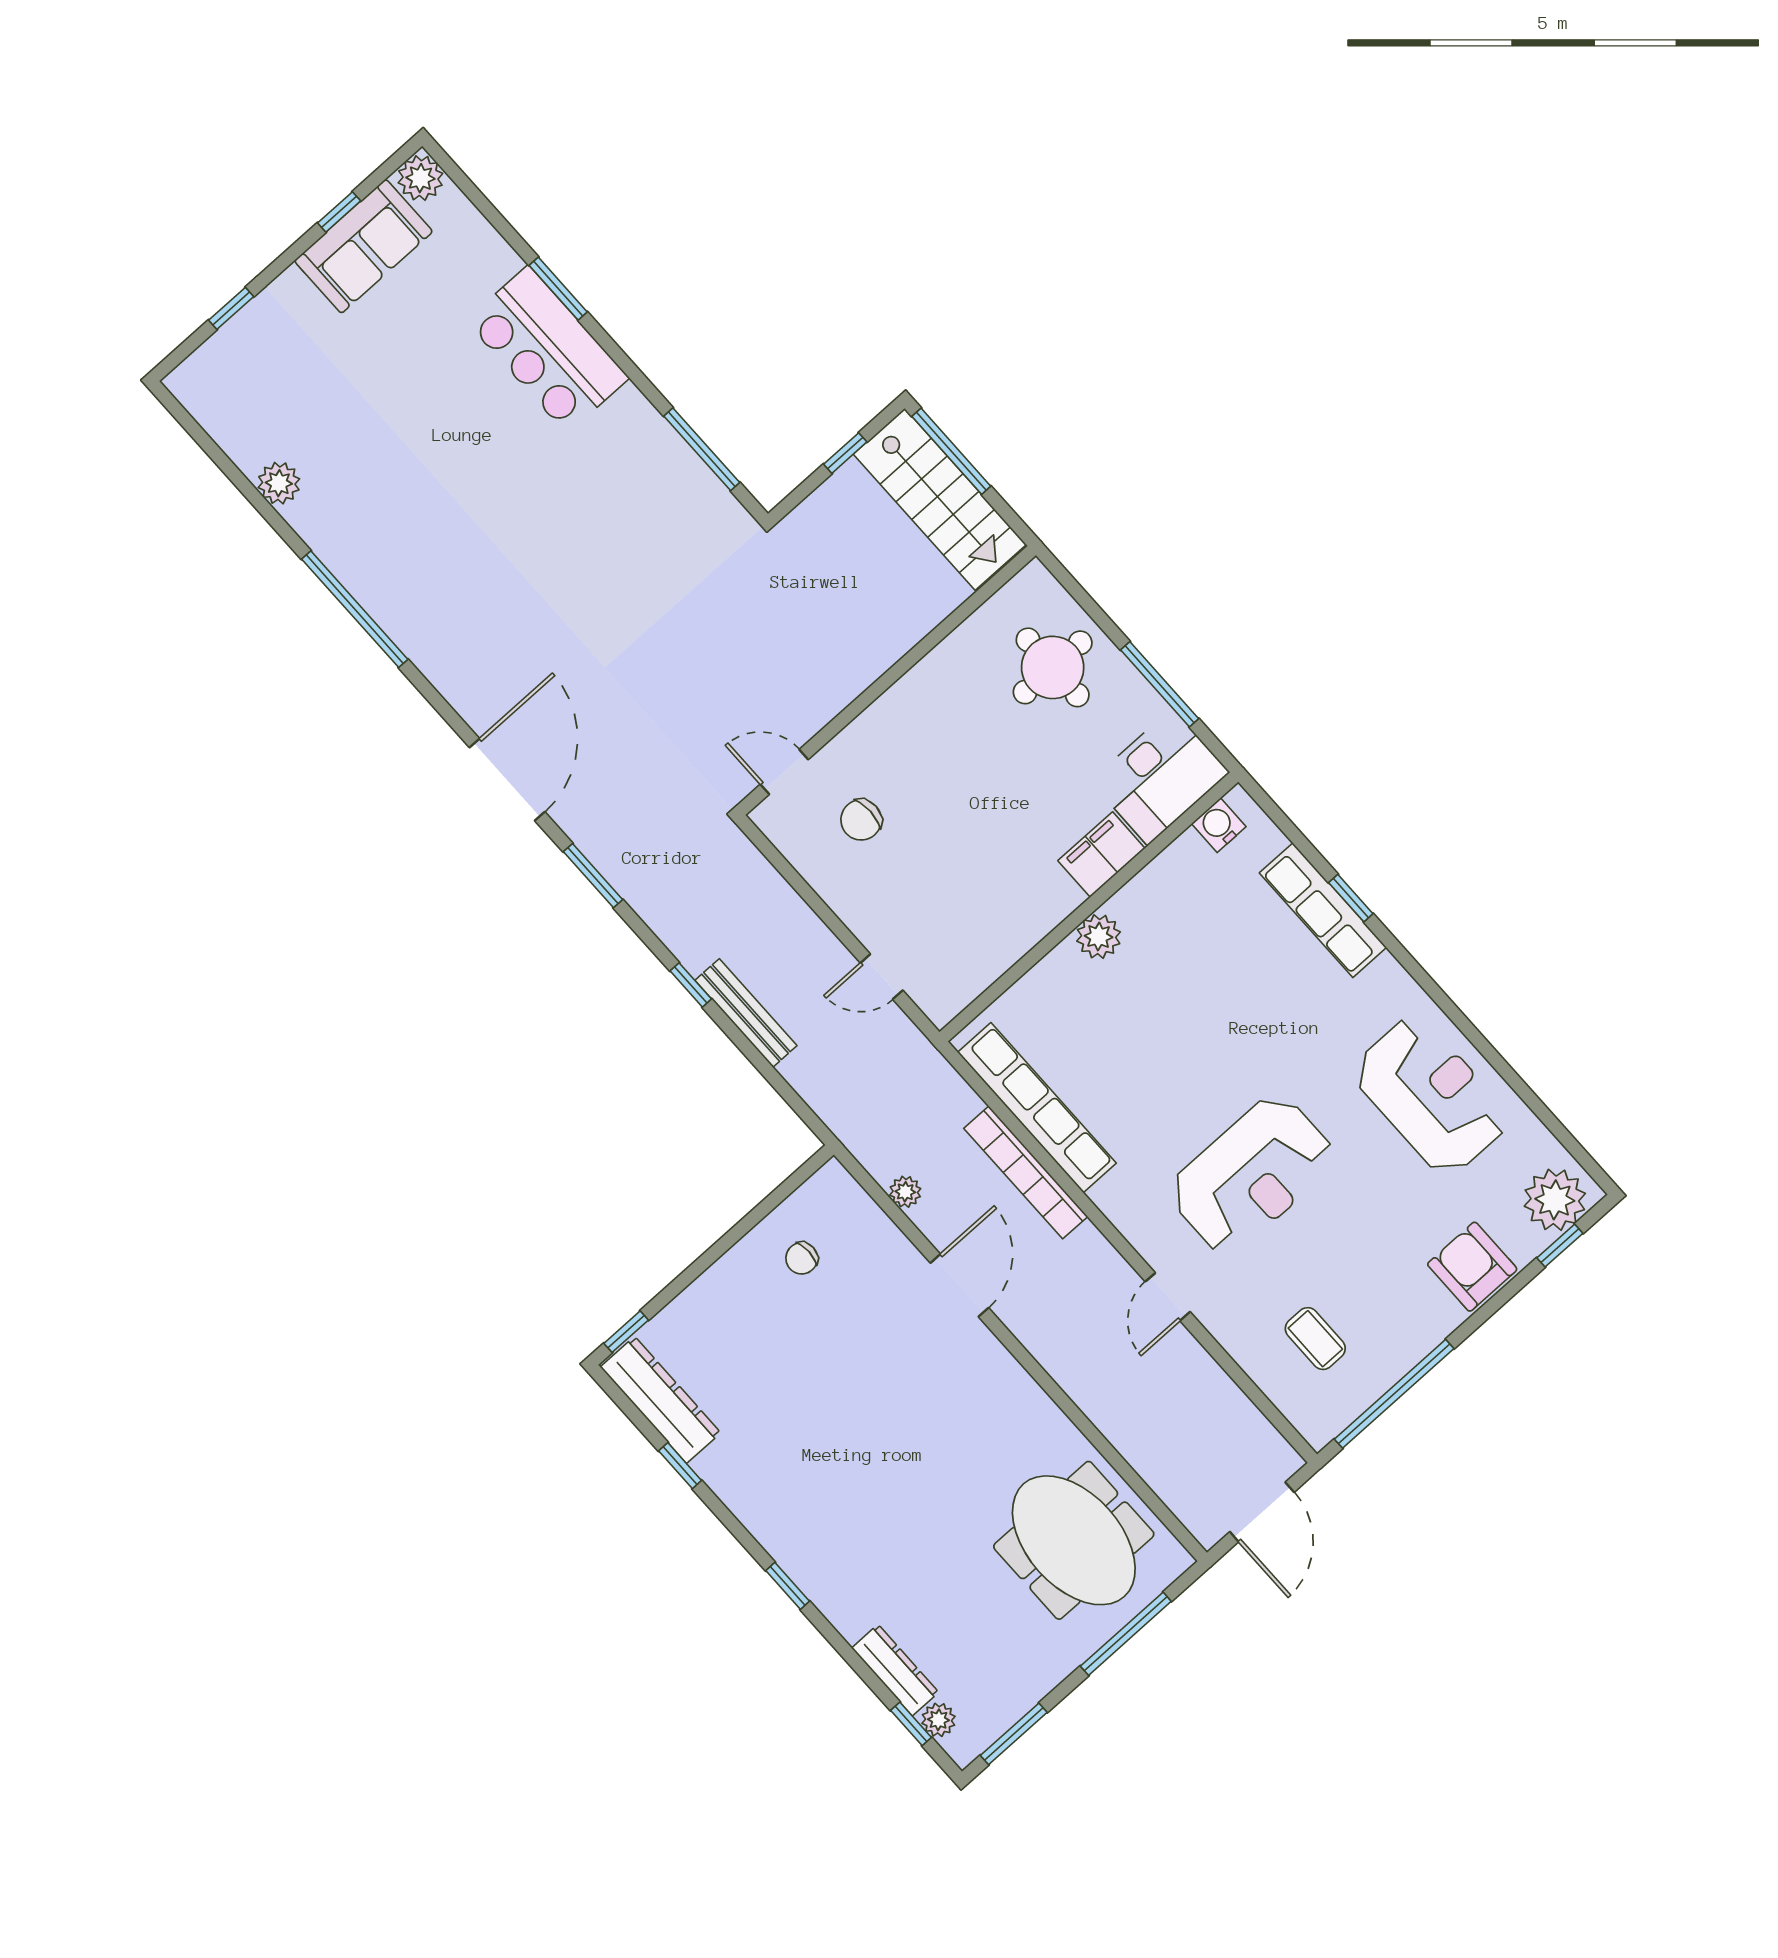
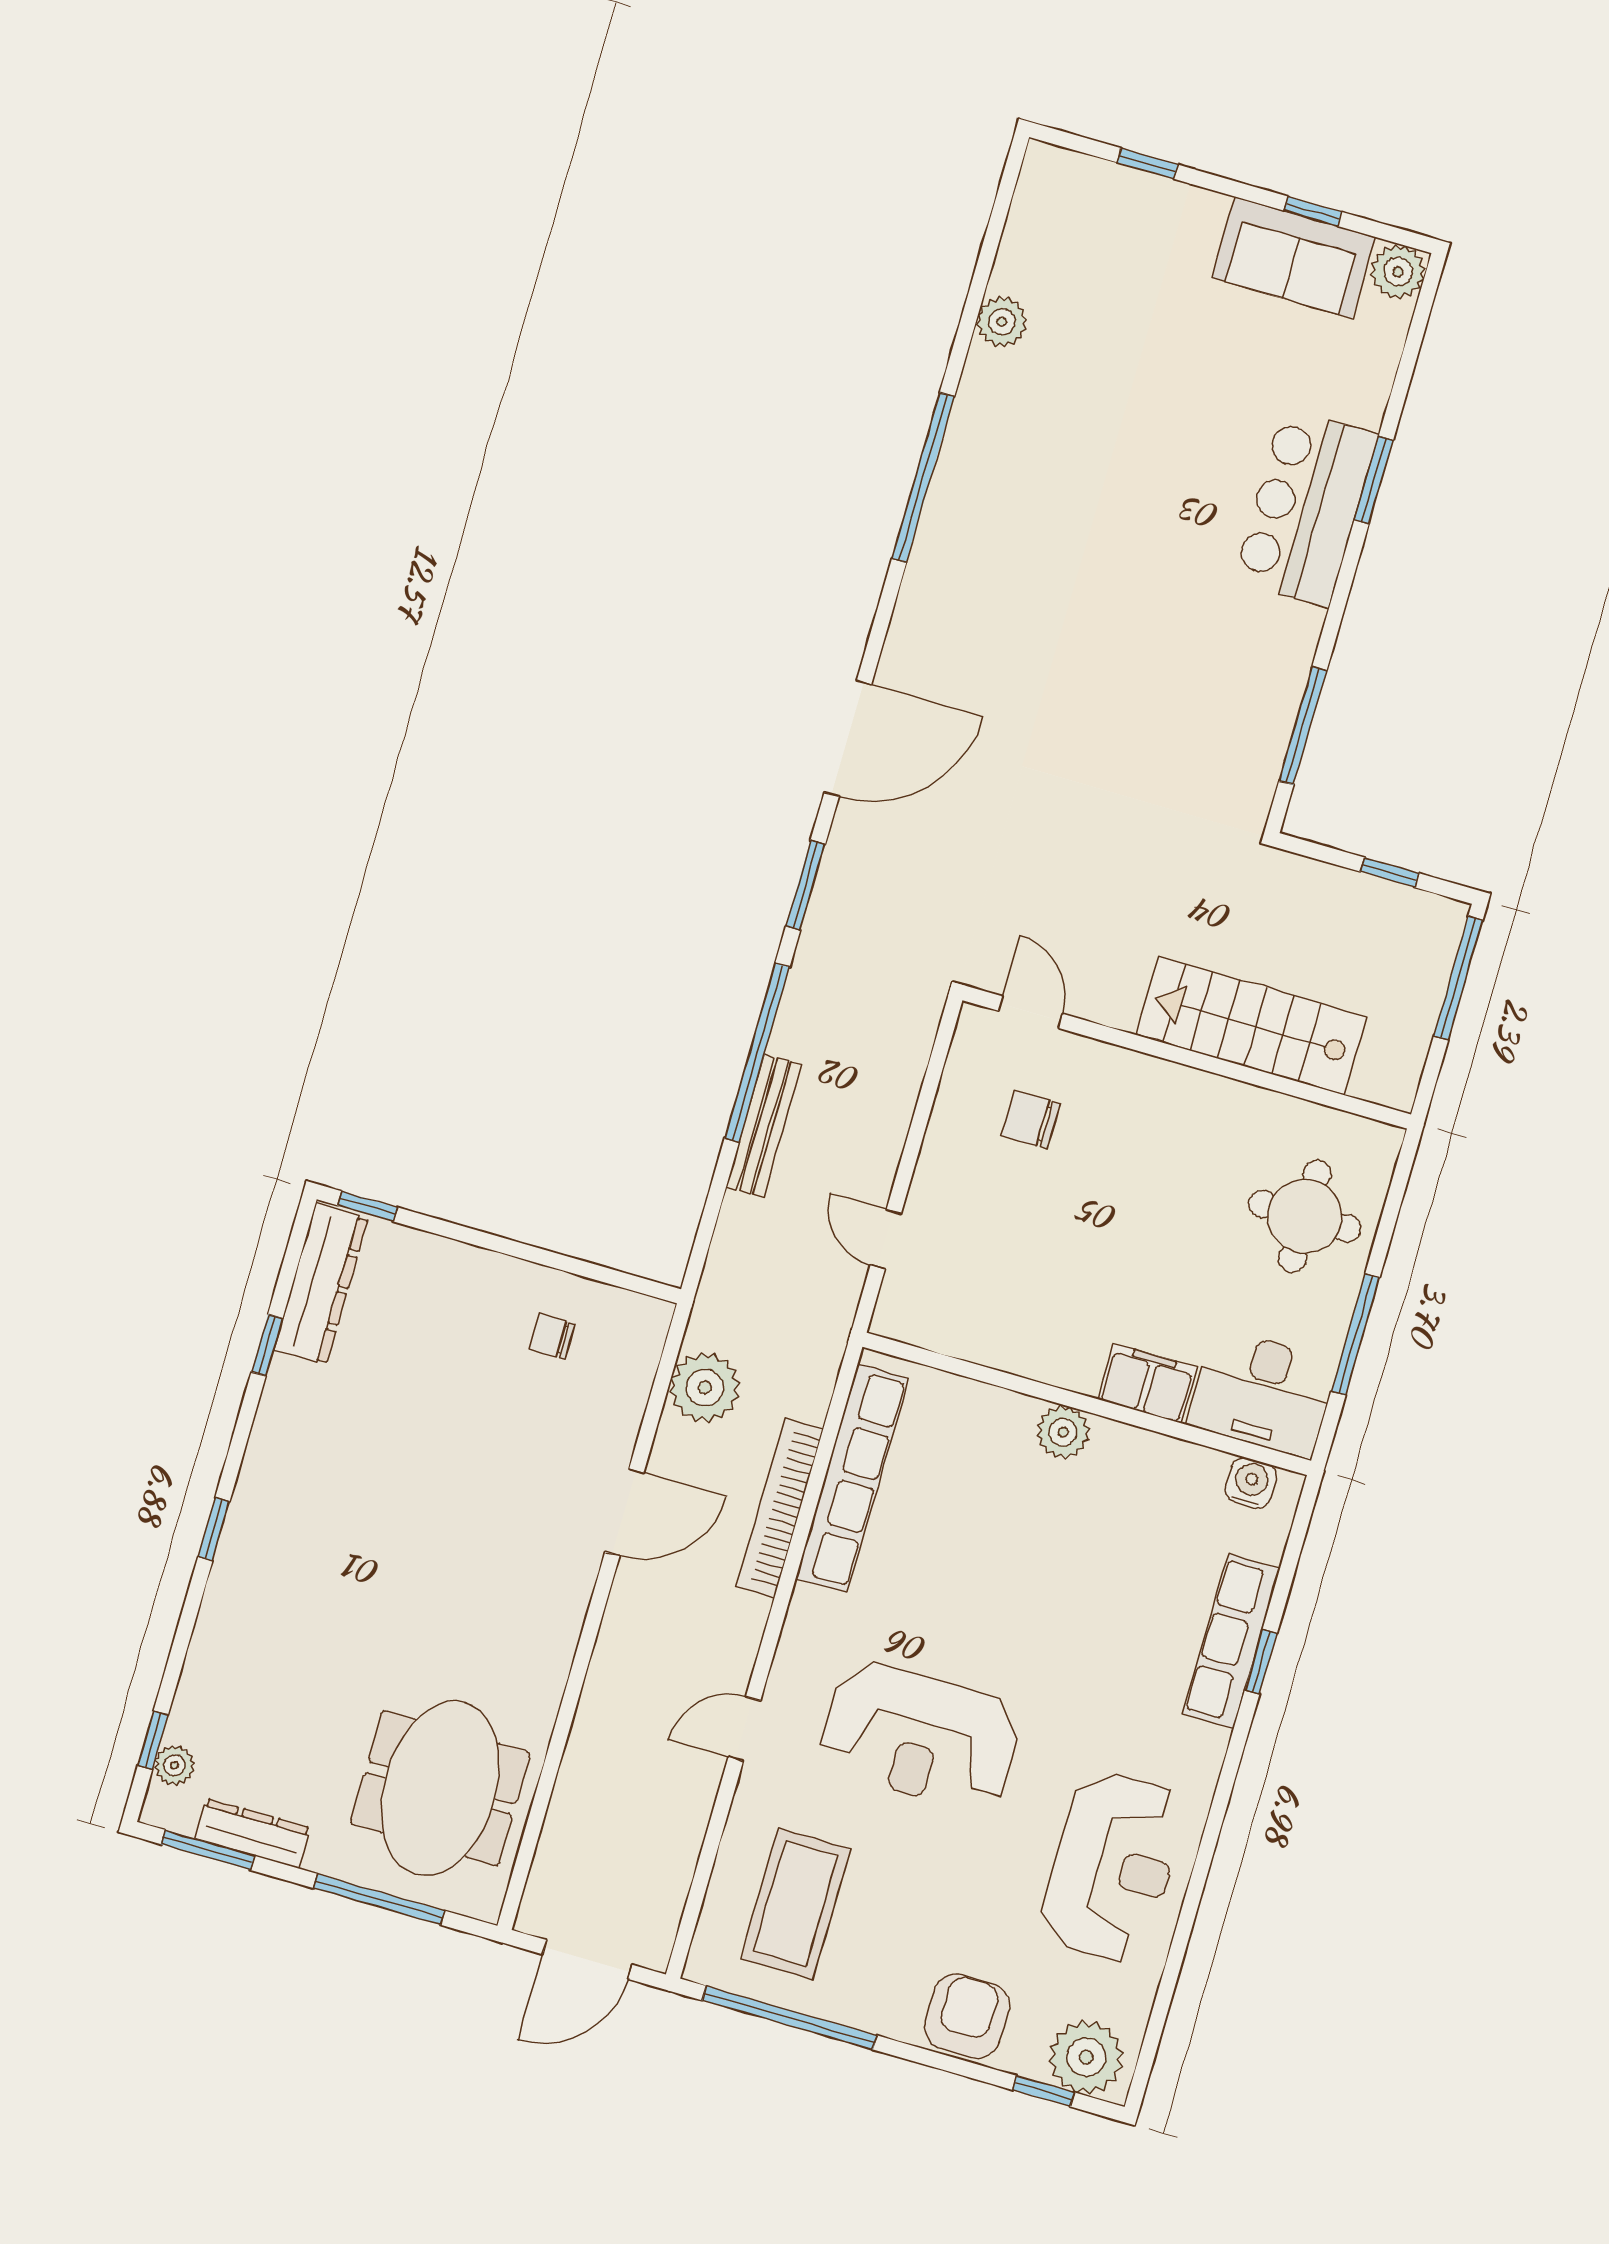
stairs: (940, 499) -> (1251, 1026), moved, turned 90
window: (691, 985) -> (757, 1053), width x3.17
plant: (905, 1192) -> (705, 1387), width x1.88, depth x1.88
coffee table: (1315, 1339) -> (795, 1904), width x1.86, depth x1.72
dresser: (895, 1670) -> (253, 1833), moved, turned -90

